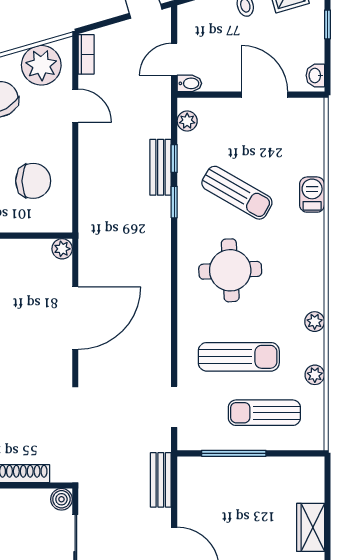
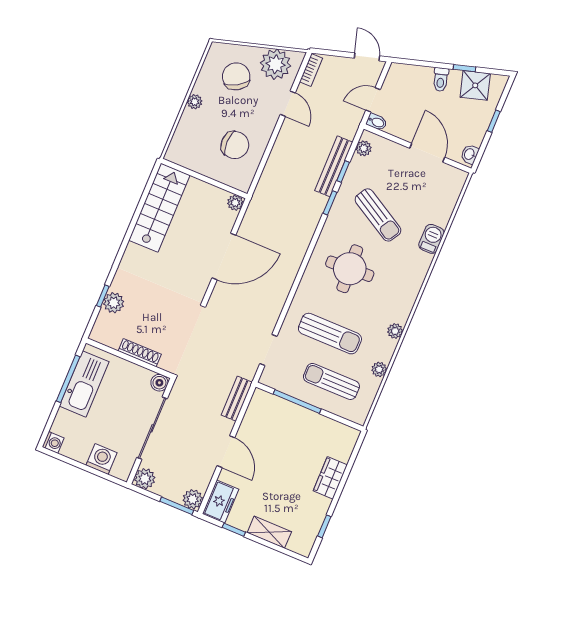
bench: (161, 167) -> (334, 166), width x1.36

